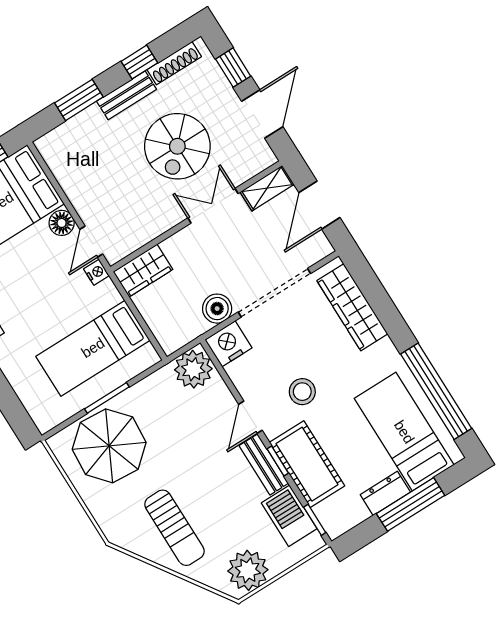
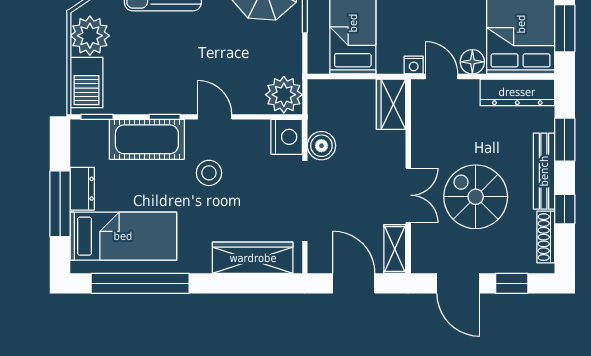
bench: (127, 95) -> (544, 171), width x1.36
dresser: (64, 167) -> (517, 92), added
bench: (264, 464) -> (169, 104), removed
barbecue: (289, 516) -> (87, 83), moved, turned 90

